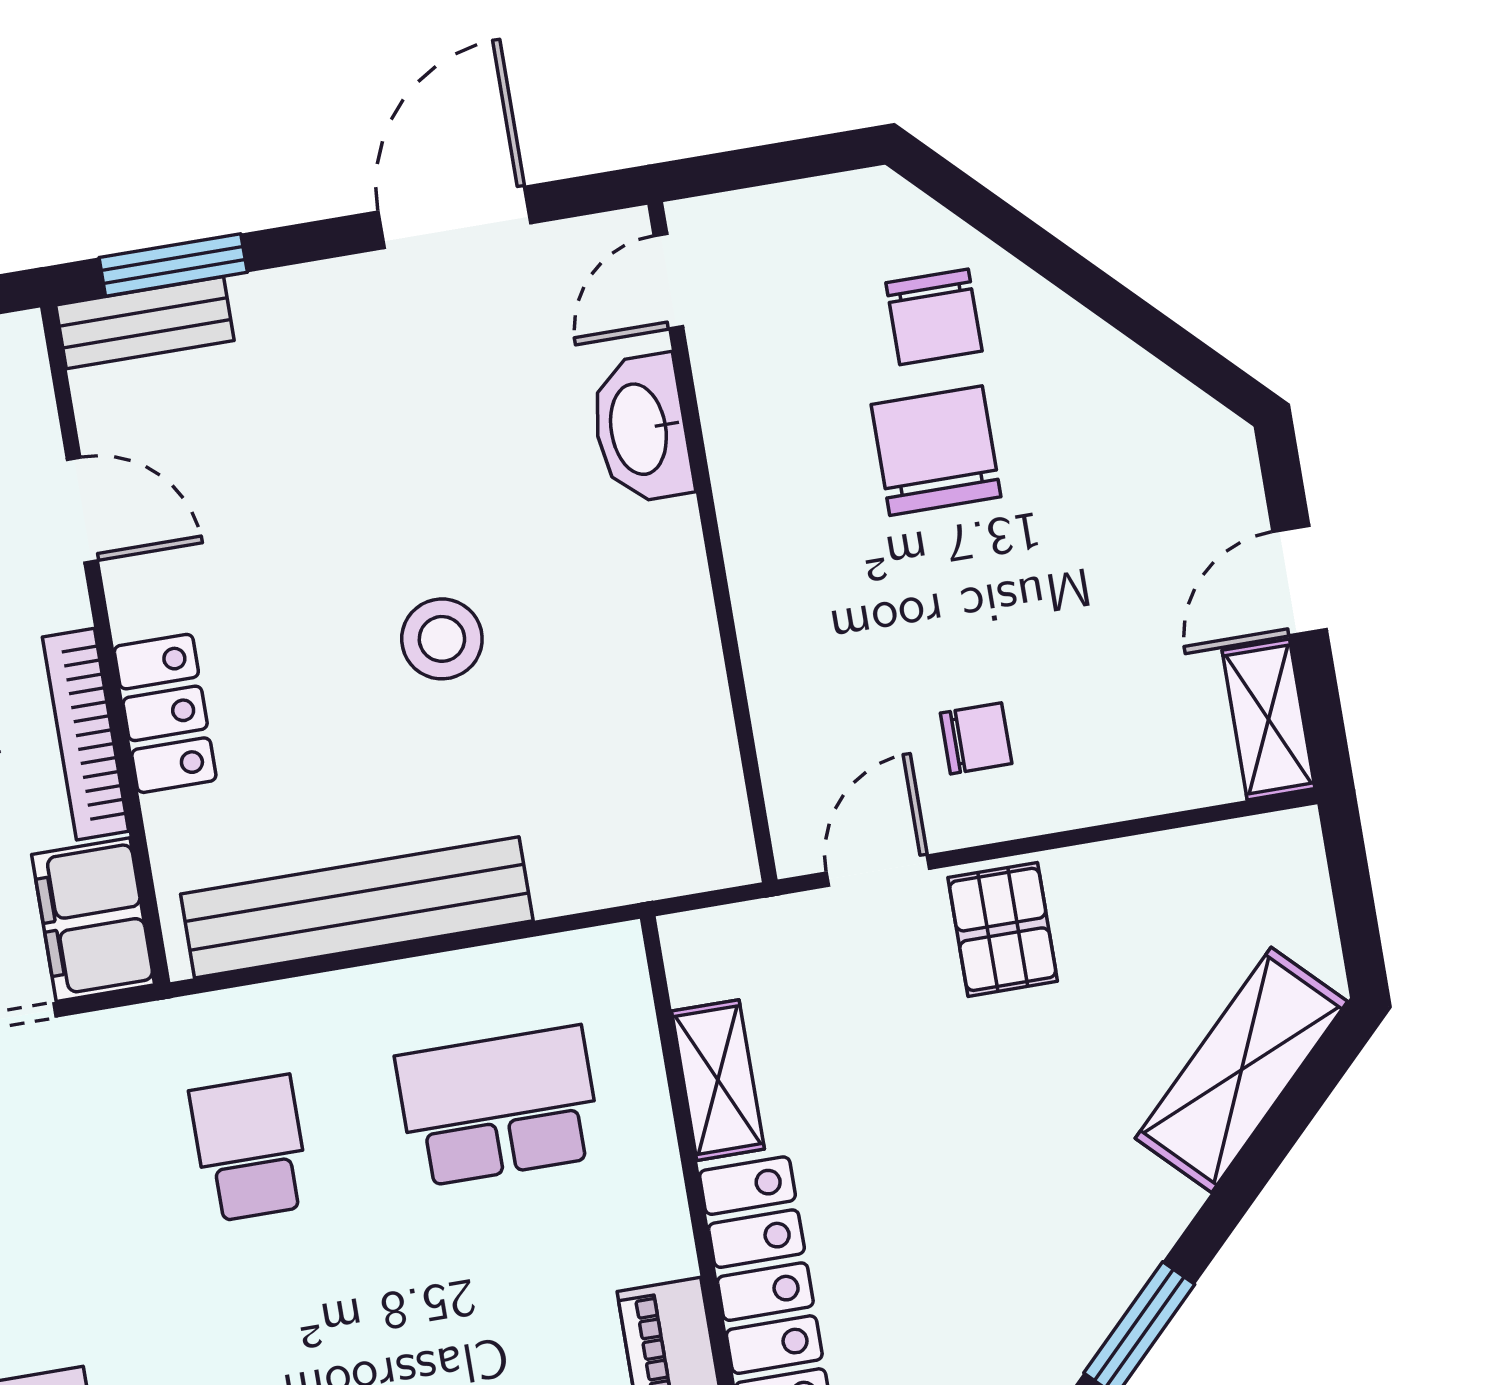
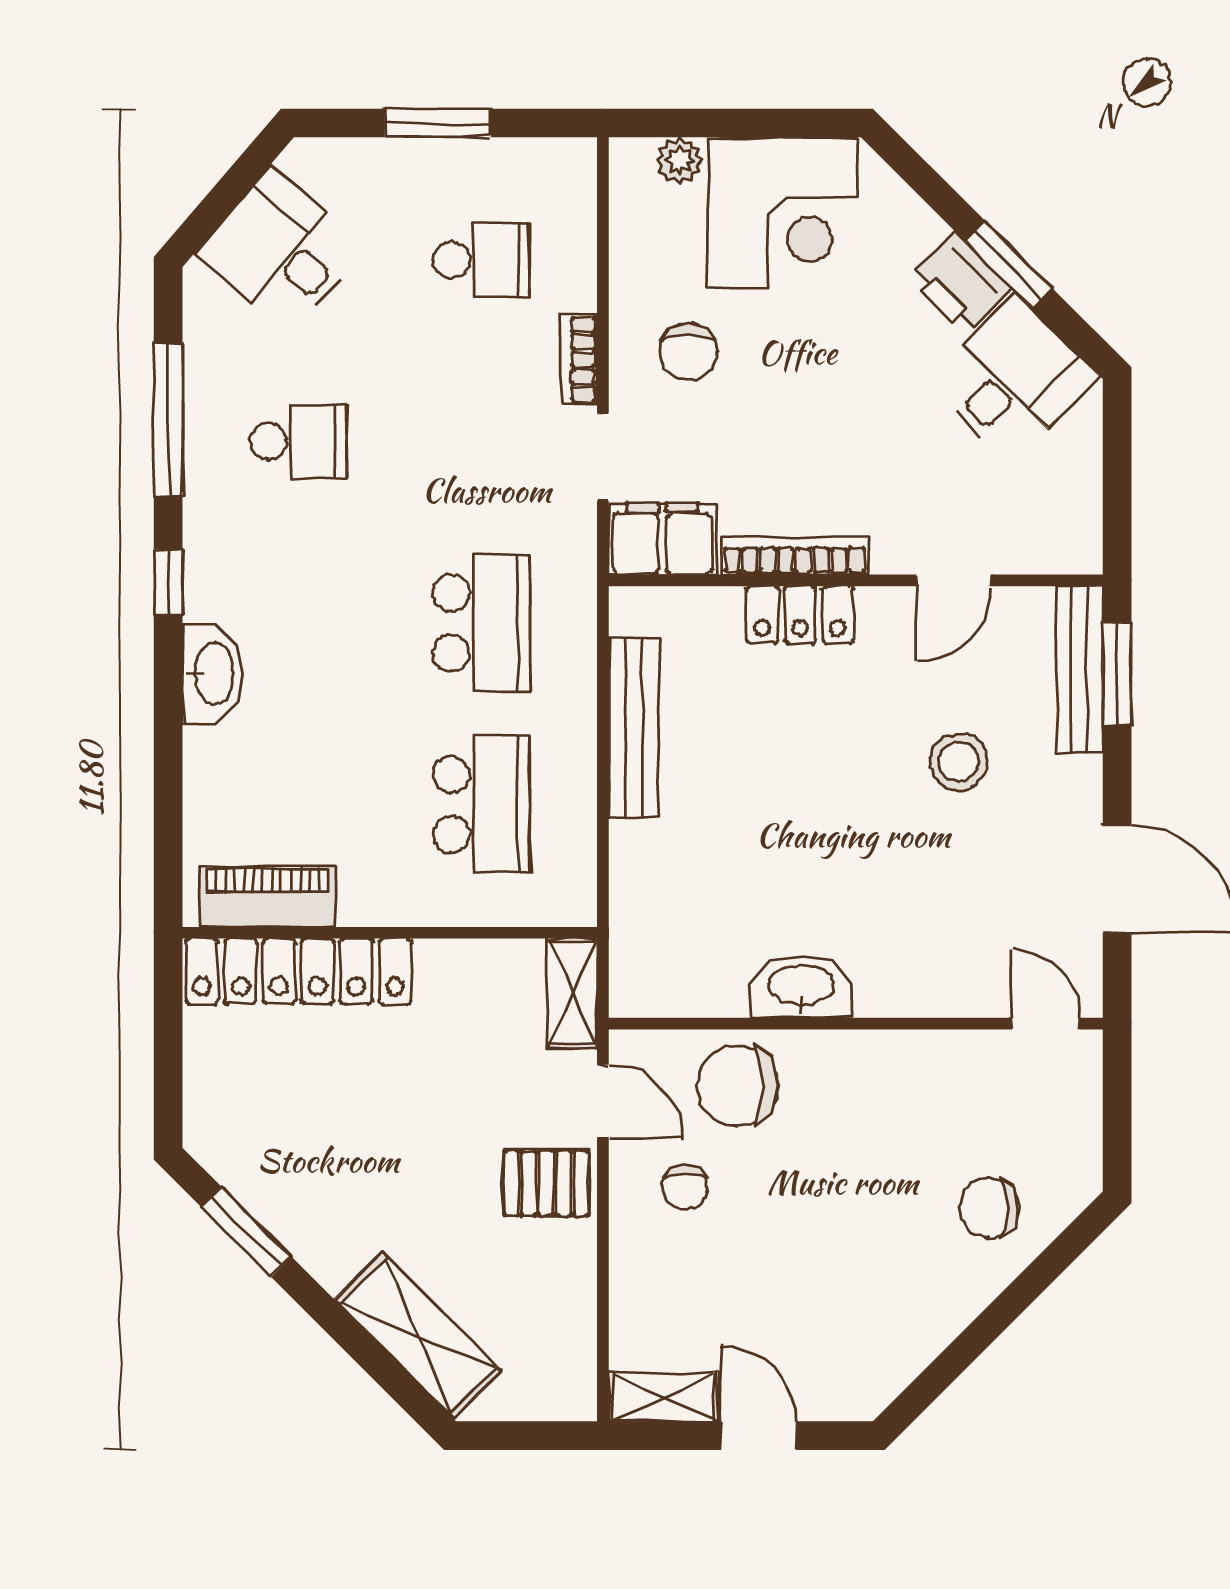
bench: (145, 323) -> (1080, 670), width x1.36
washbasin: (641, 429) -> (801, 987), moved
chair: (936, 451) -> (738, 1086), moved, turned 180
stool: (442, 639) -> (959, 762), moved
bench: (357, 907) -> (634, 727), width x0.73, depth x0.82
shelving: (718, 1080) -> (573, 993), moved, turned 90
school desk: (250, 1148) -> (481, 623), width x1.85

